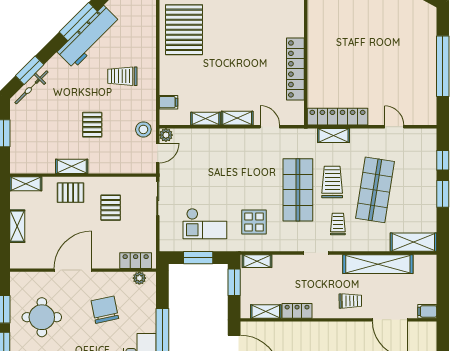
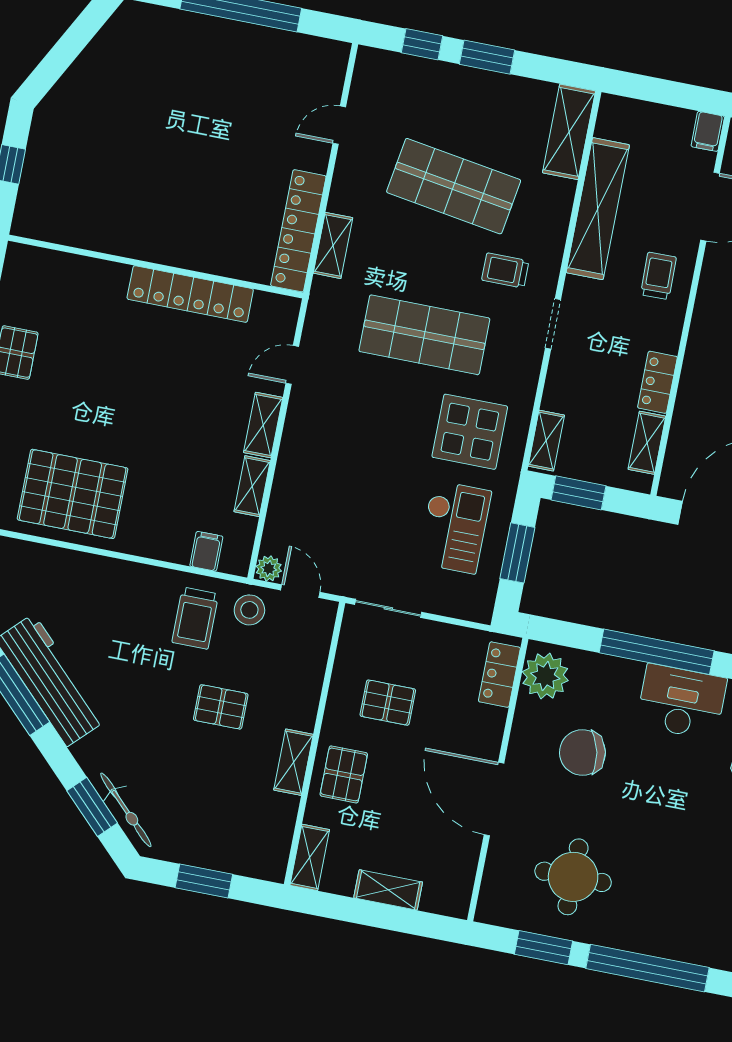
trolley: (122, 76) -> (195, 618), moved
trolley: (332, 182) -> (422, 266), removed
display table: (254, 222) -> (470, 432), width x1.36, depth x1.36
plant: (139, 278) -> (545, 676), width x1.88, depth x1.88

